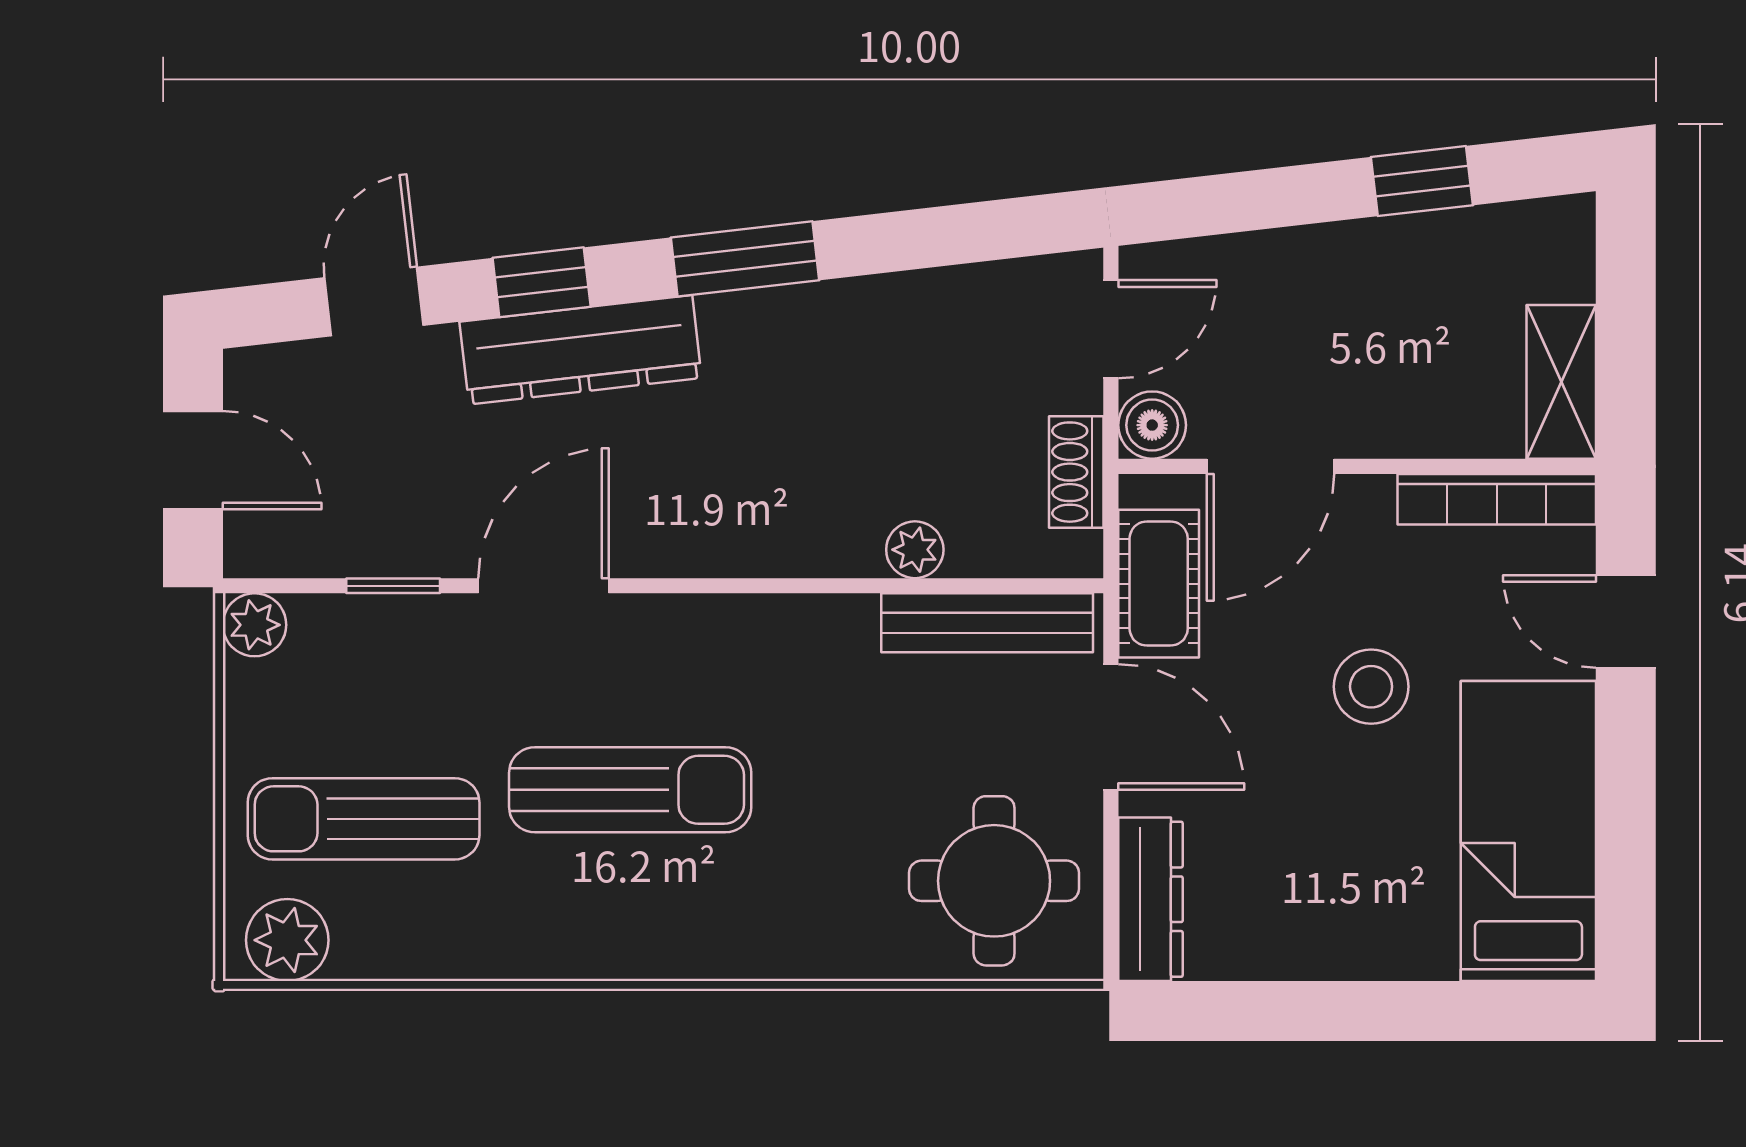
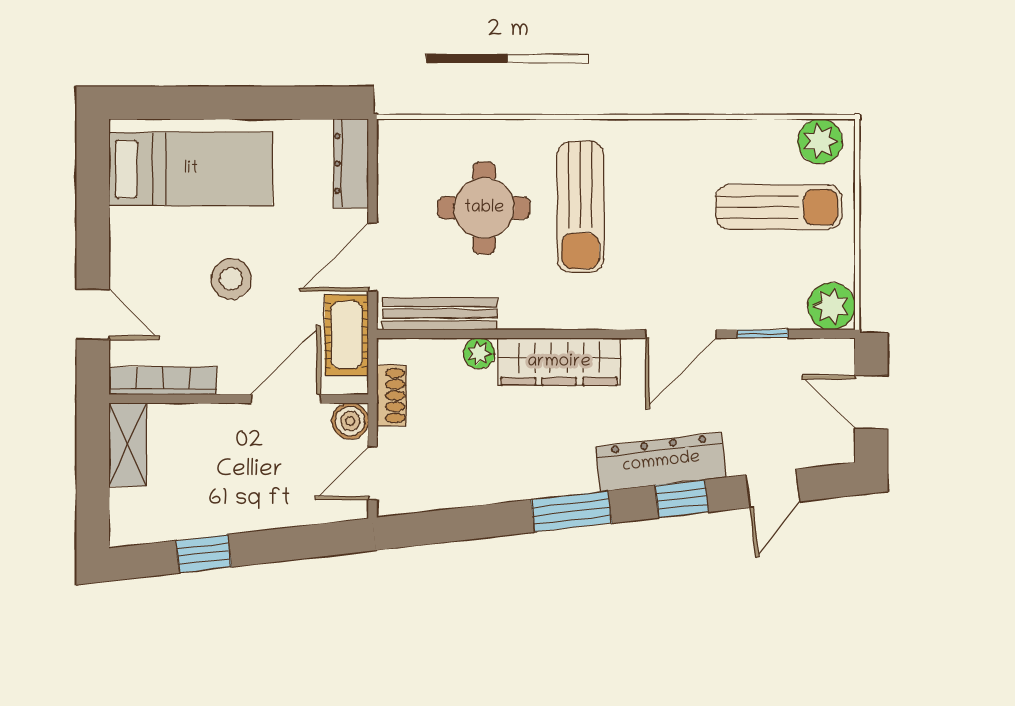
wardrobe: (768, 535) -> (559, 362), added
plant: (254, 625) -> (831, 306), width x1.38, depth x1.38
door: (1111, 727) -> (373, 257), hinge flipped
sun lounger: (630, 790) -> (580, 207), moved, turned -90
bed: (1528, 831) -> (191, 169), moved, turned -90
round table: (994, 881) -> (484, 208), moved

